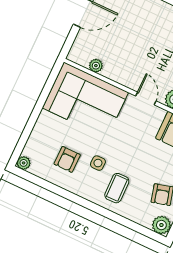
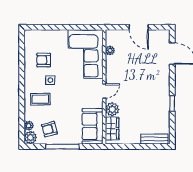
plant: (24, 163) -> (29, 126), moved

